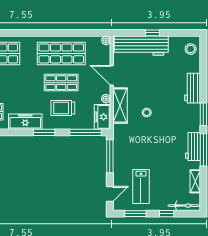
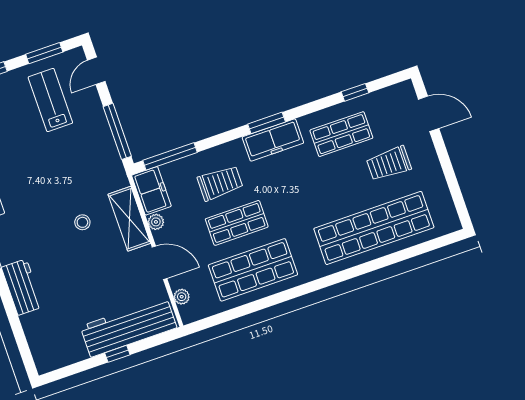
plant: (106, 40) -> (182, 297), moved
stool: (191, 49) -> (47, 349), removed
window: (44, 132) -> (267, 123), moved

